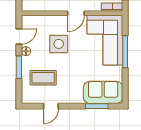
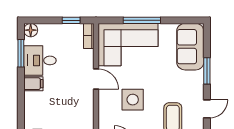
door: (51, 106) -> (207, 109), hinge flipped
window: (97, 106) -> (207, 71), moved

